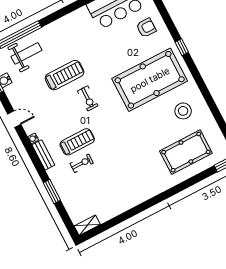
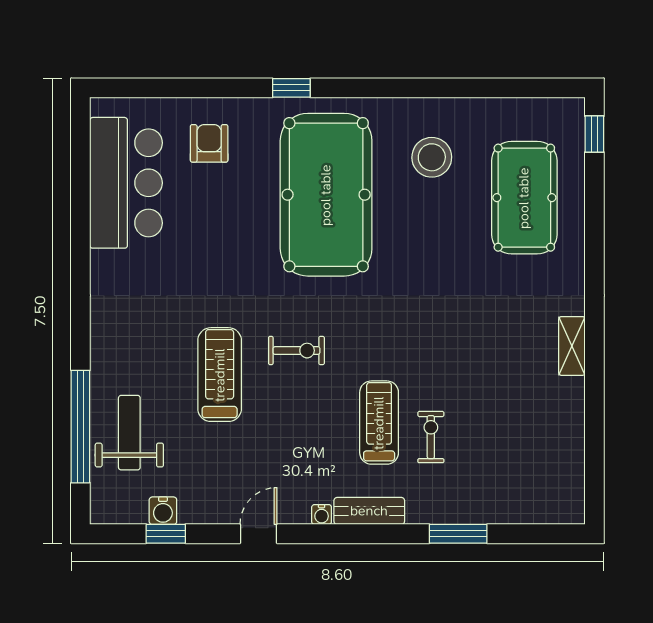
shelving: (87, 225) -> (572, 346), moved

